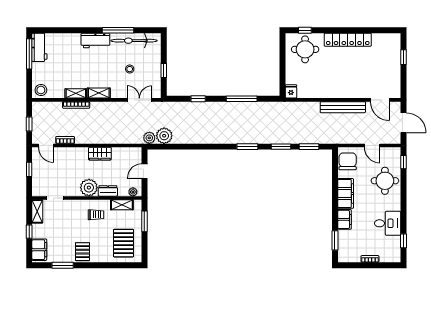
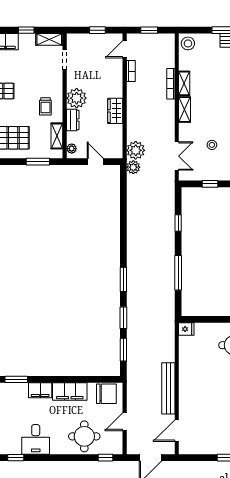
plant: (164, 136) -> (136, 150), moved

